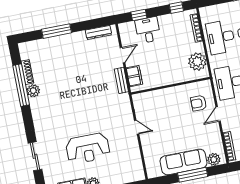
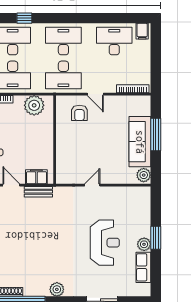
plant: (33, 91) -> (57, 289), moved
plant: (214, 159) -> (144, 175), moved

